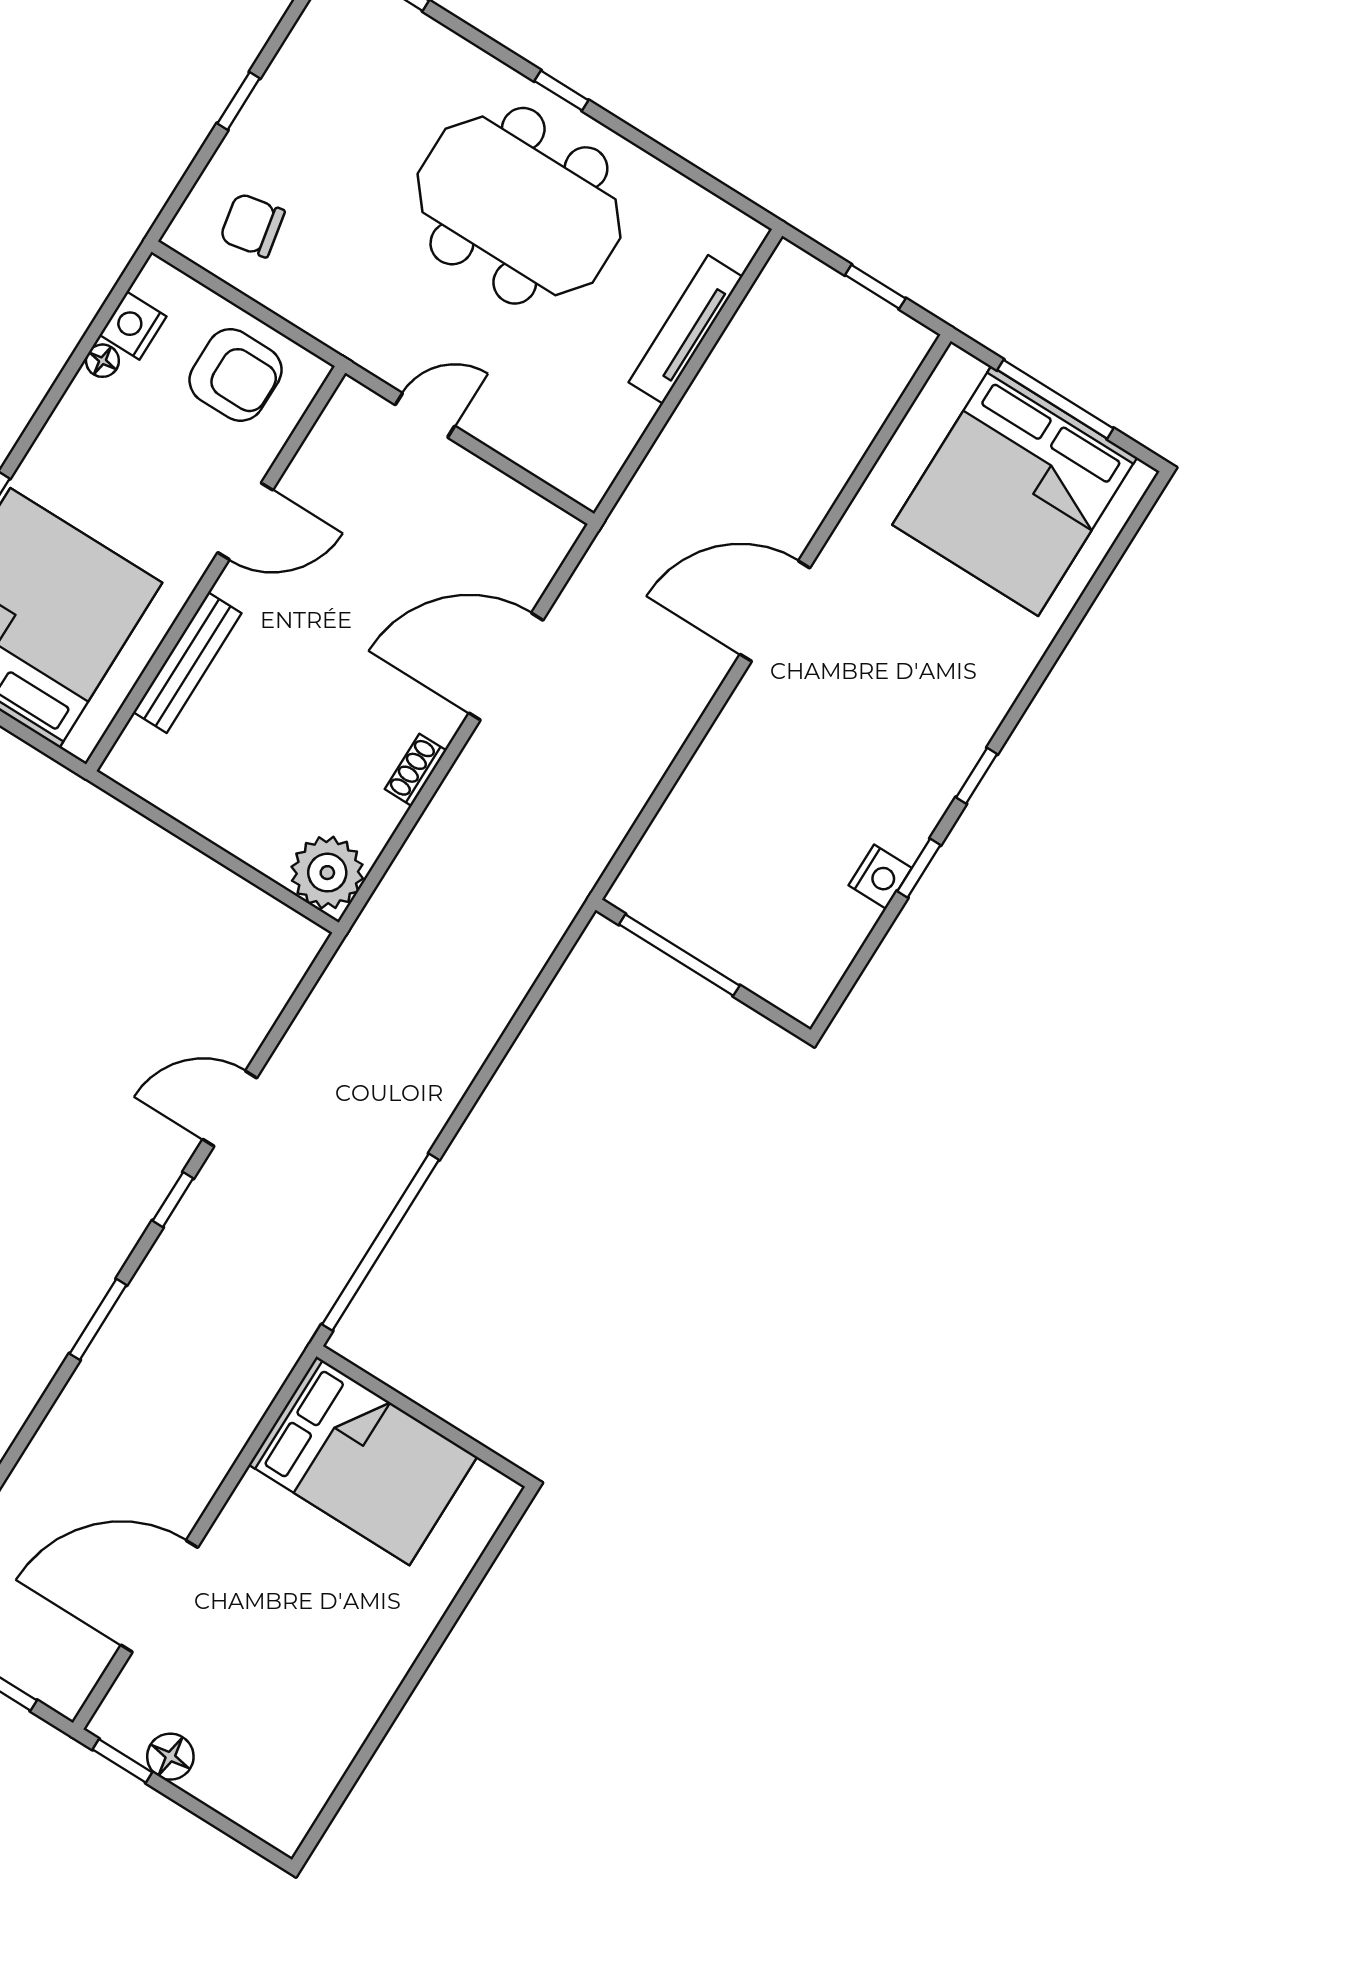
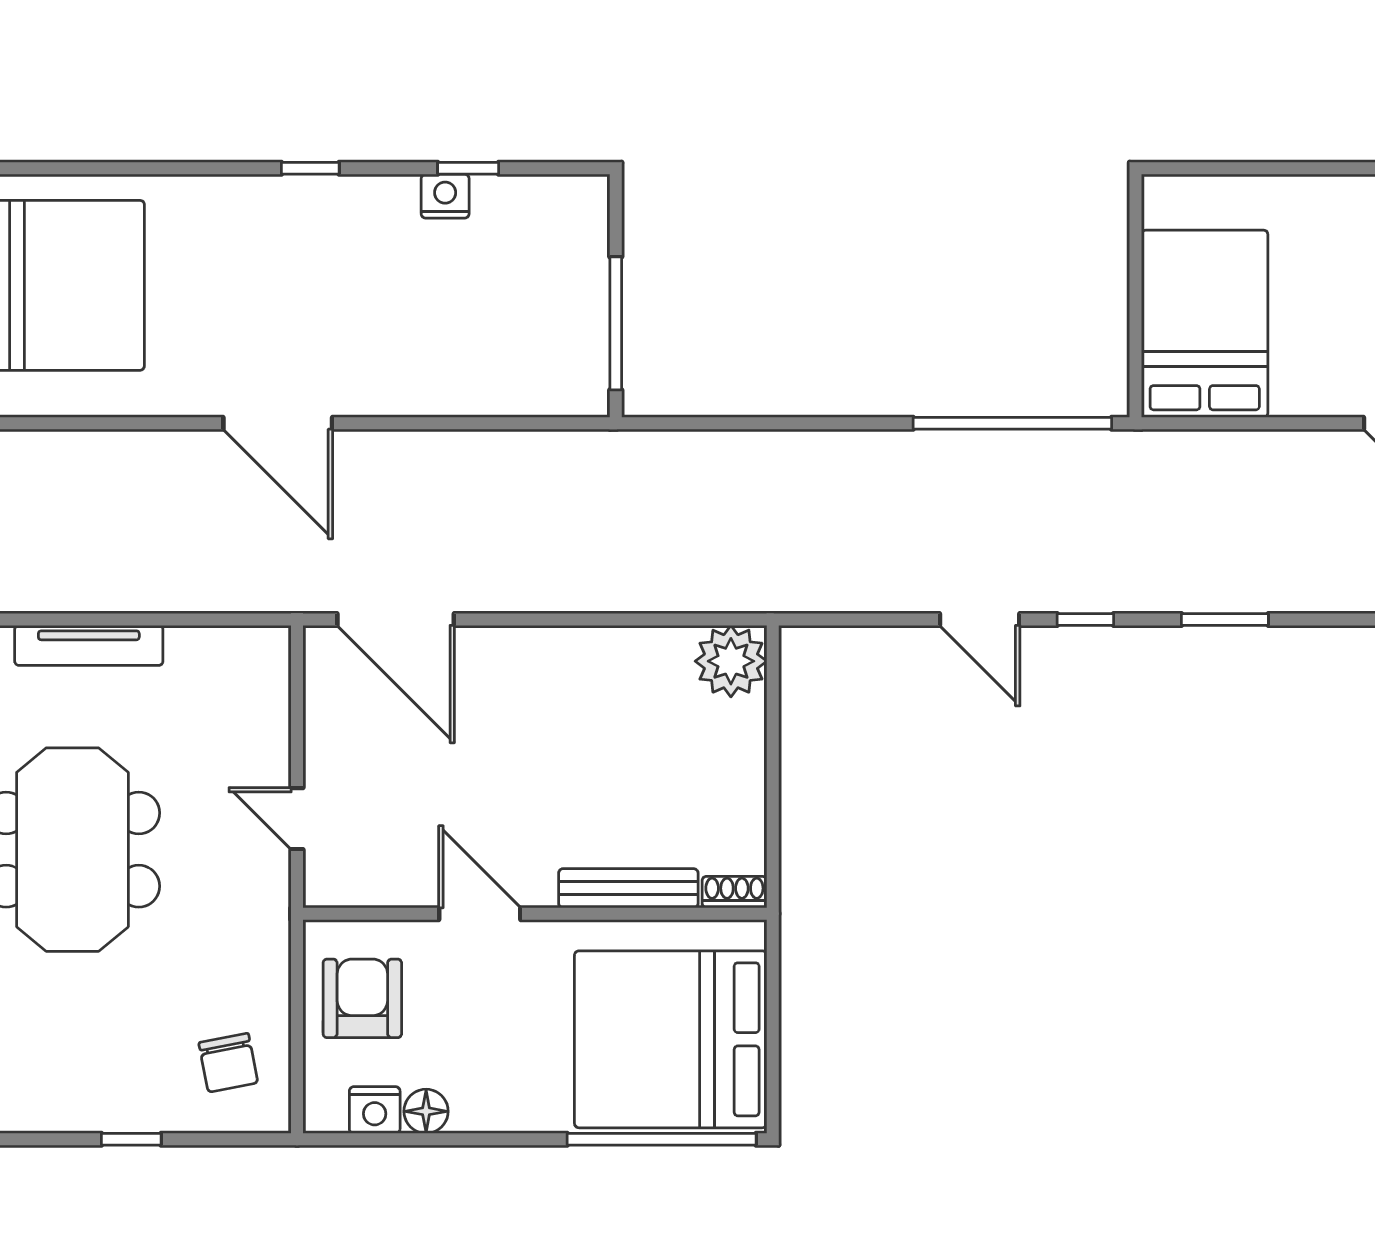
floor lamp: (102, 361) -> (426, 1111), width x1.37, depth x1.37
door: (506, 667) -> (396, 619), moved
shoe rack: (416, 770) -> (734, 892), moved, turned 180
window: (919, 868) -> (468, 168), moved

